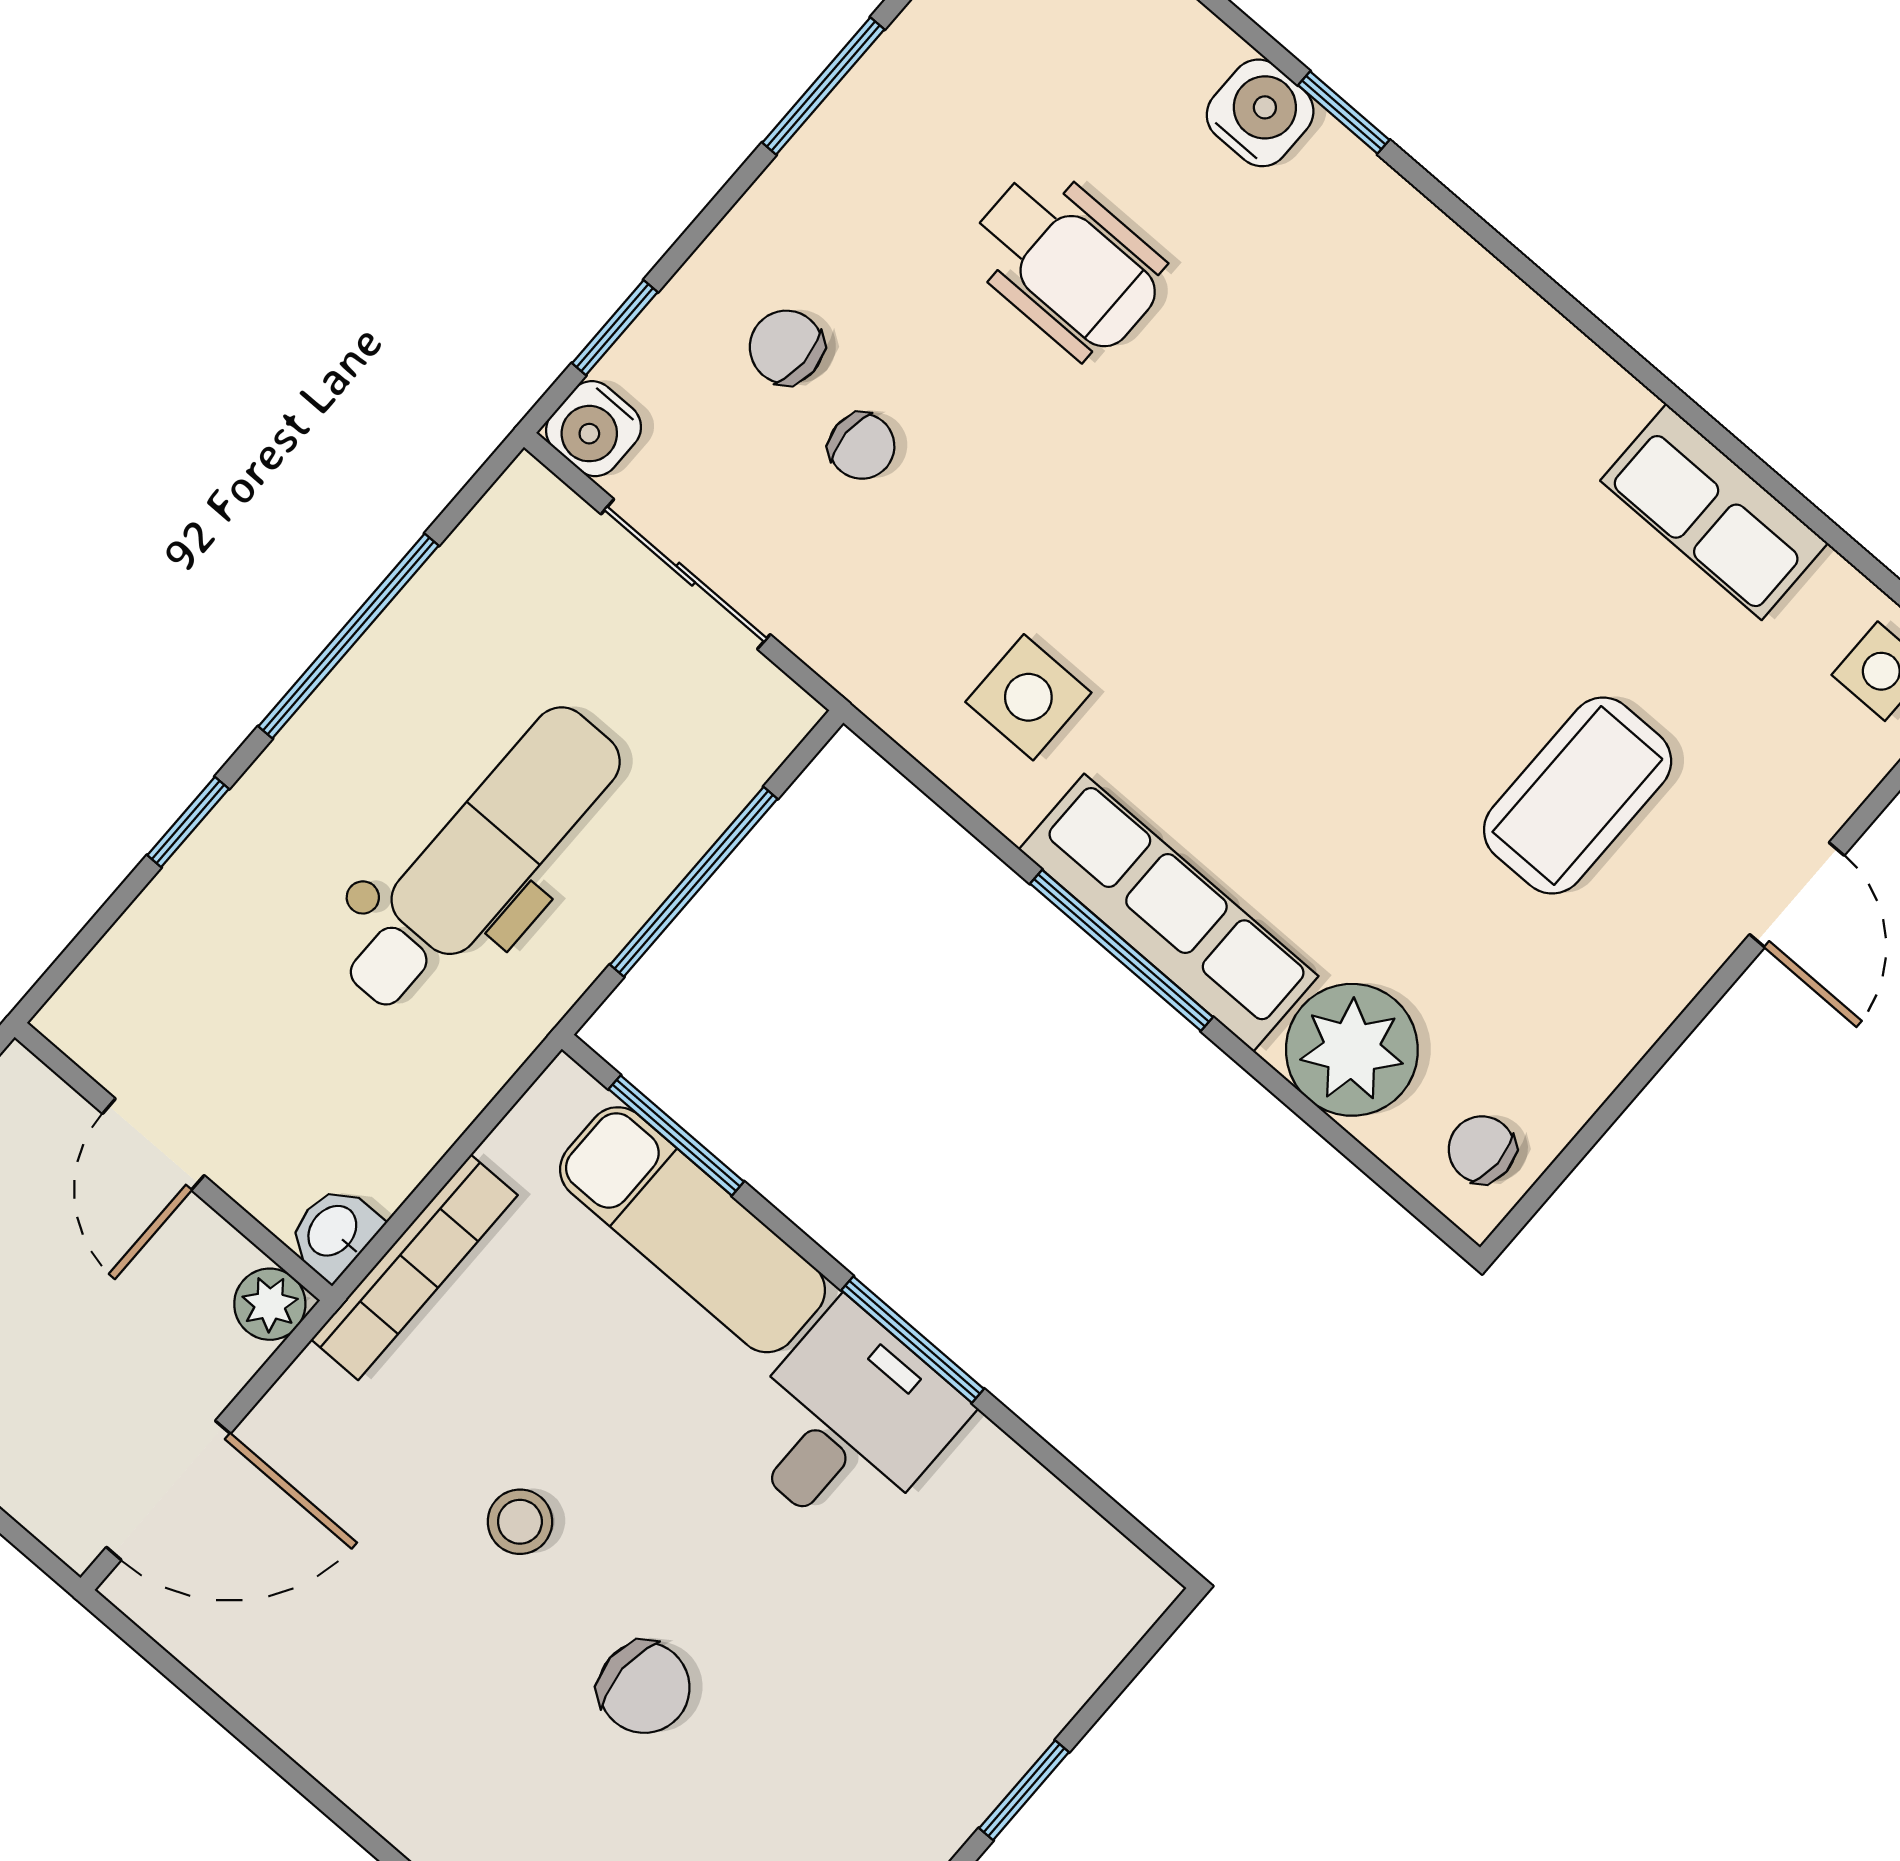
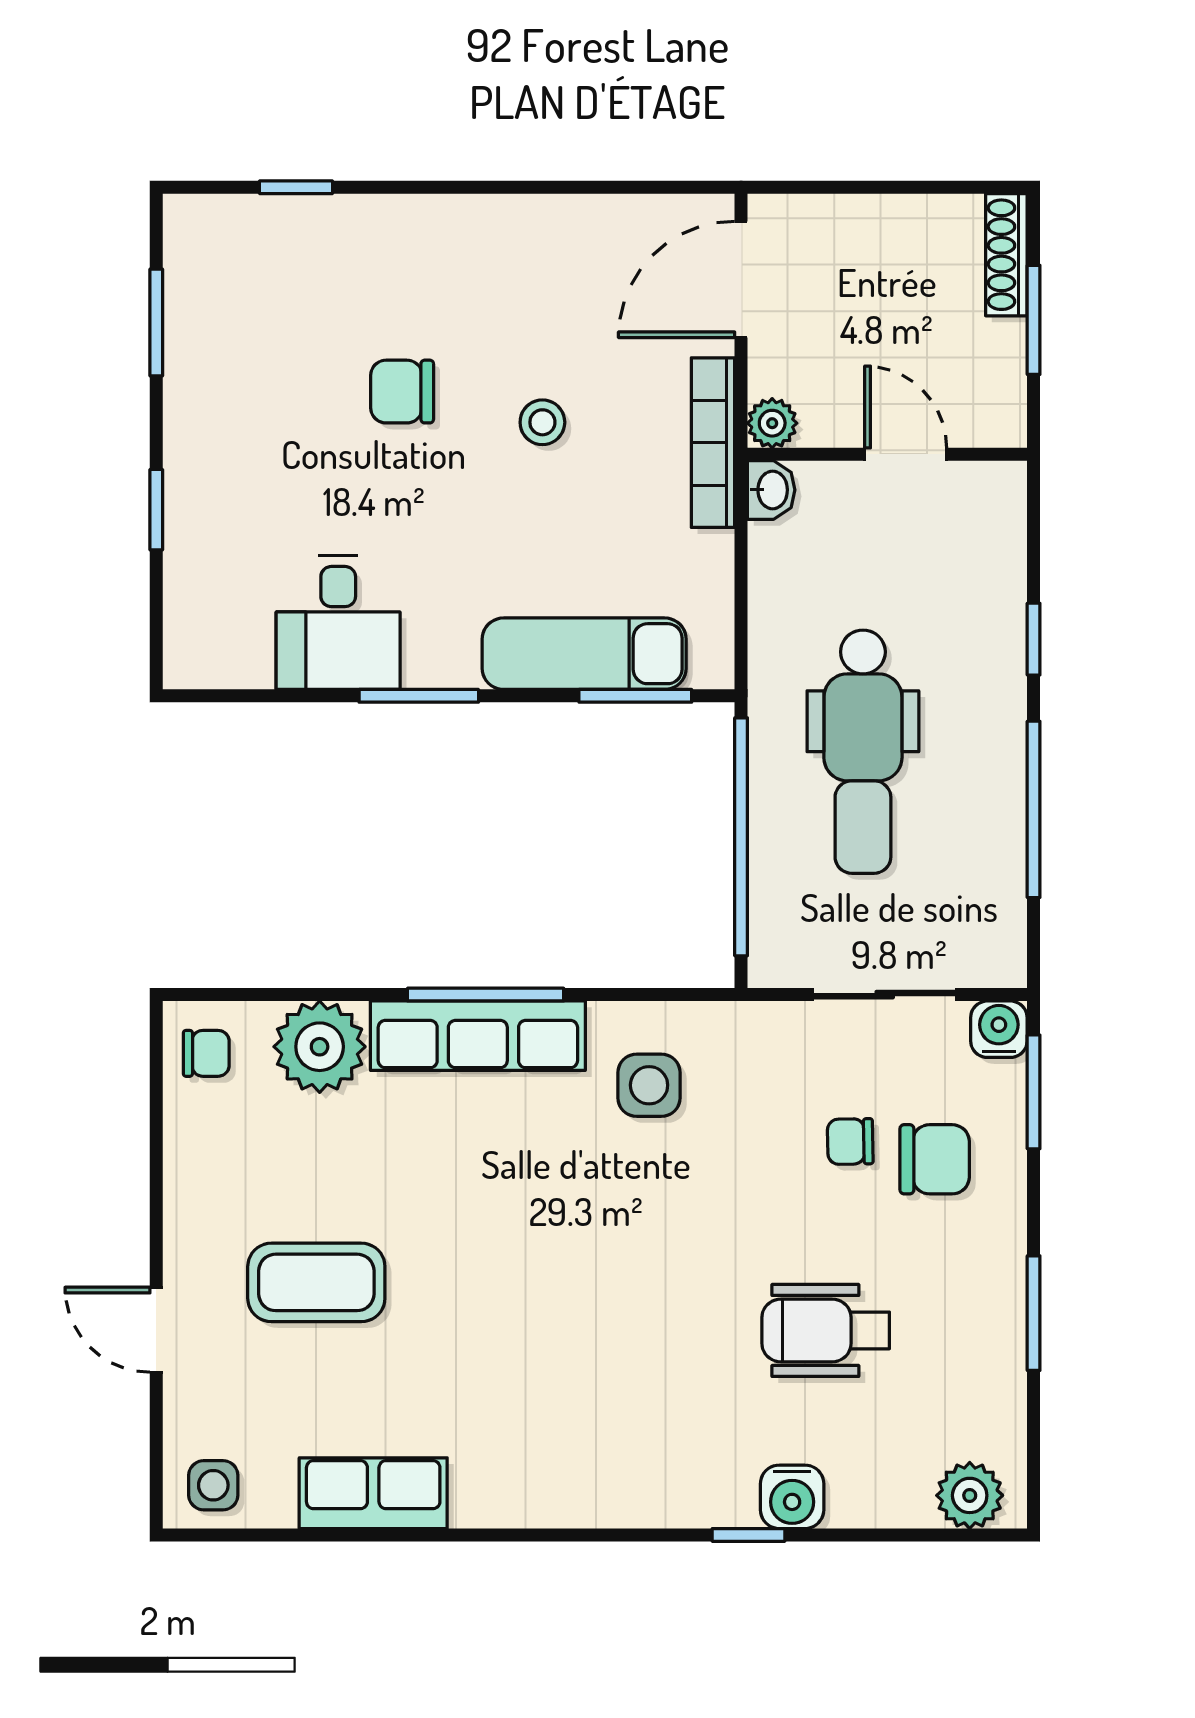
window: (615, 328) -> (1034, 1092), width x1.50
chair: (786, 347) -> (935, 1159), width x1.37, depth x1.37
coffee table: (1578, 796) -> (316, 1282), turned 90
window: (694, 882) -> (741, 837), width x1.46
bookcase: (414, 1267) -> (713, 443), moved
desk: (848, 1423) -> (338, 623), moved

